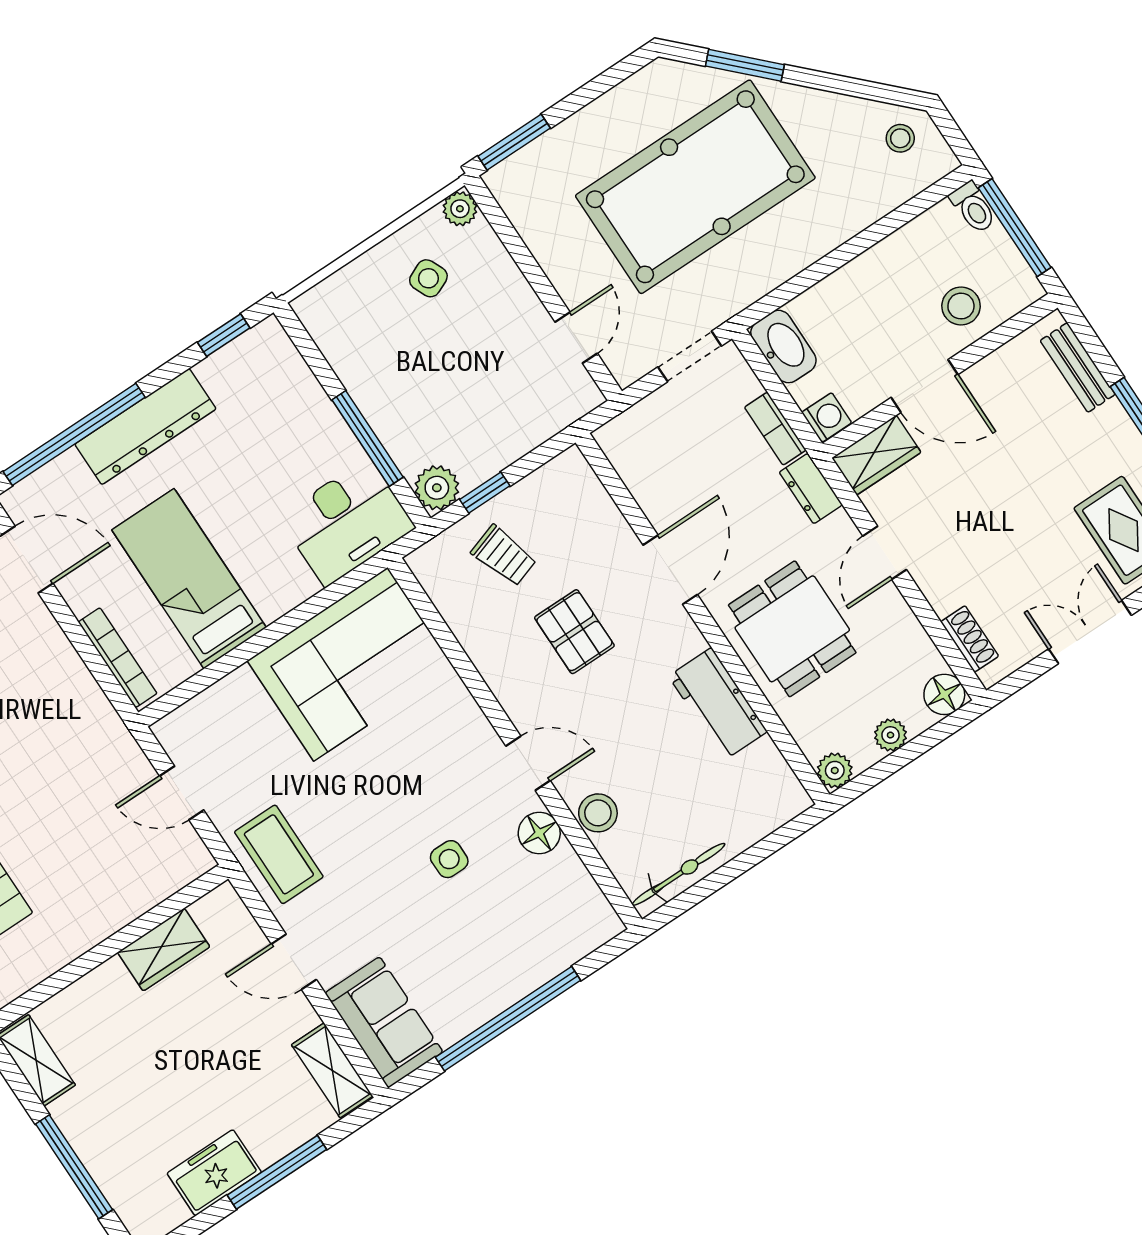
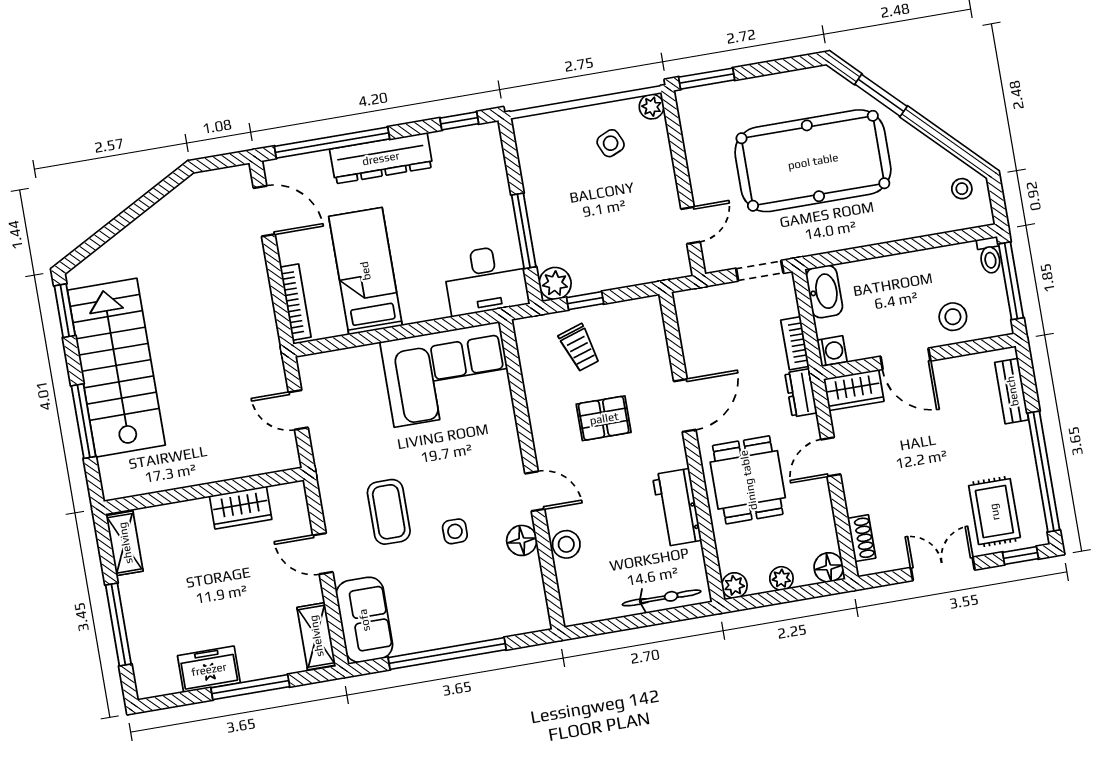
pallet: (574, 632) -> (604, 418), turned 90
coffee table: (279, 854) -> (389, 512), moved
bicycle: (678, 874) -> (662, 598), moved

